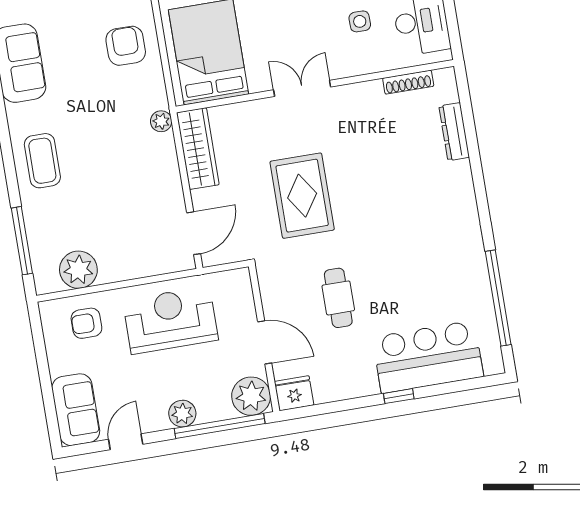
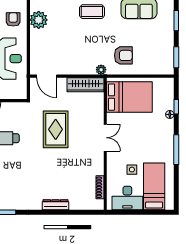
armchair: (126, 46) -> (123, 55), moved
dresser: (454, 132) -> (55, 205), moved
rug: (302, 196) -> (56, 129), turned 90

